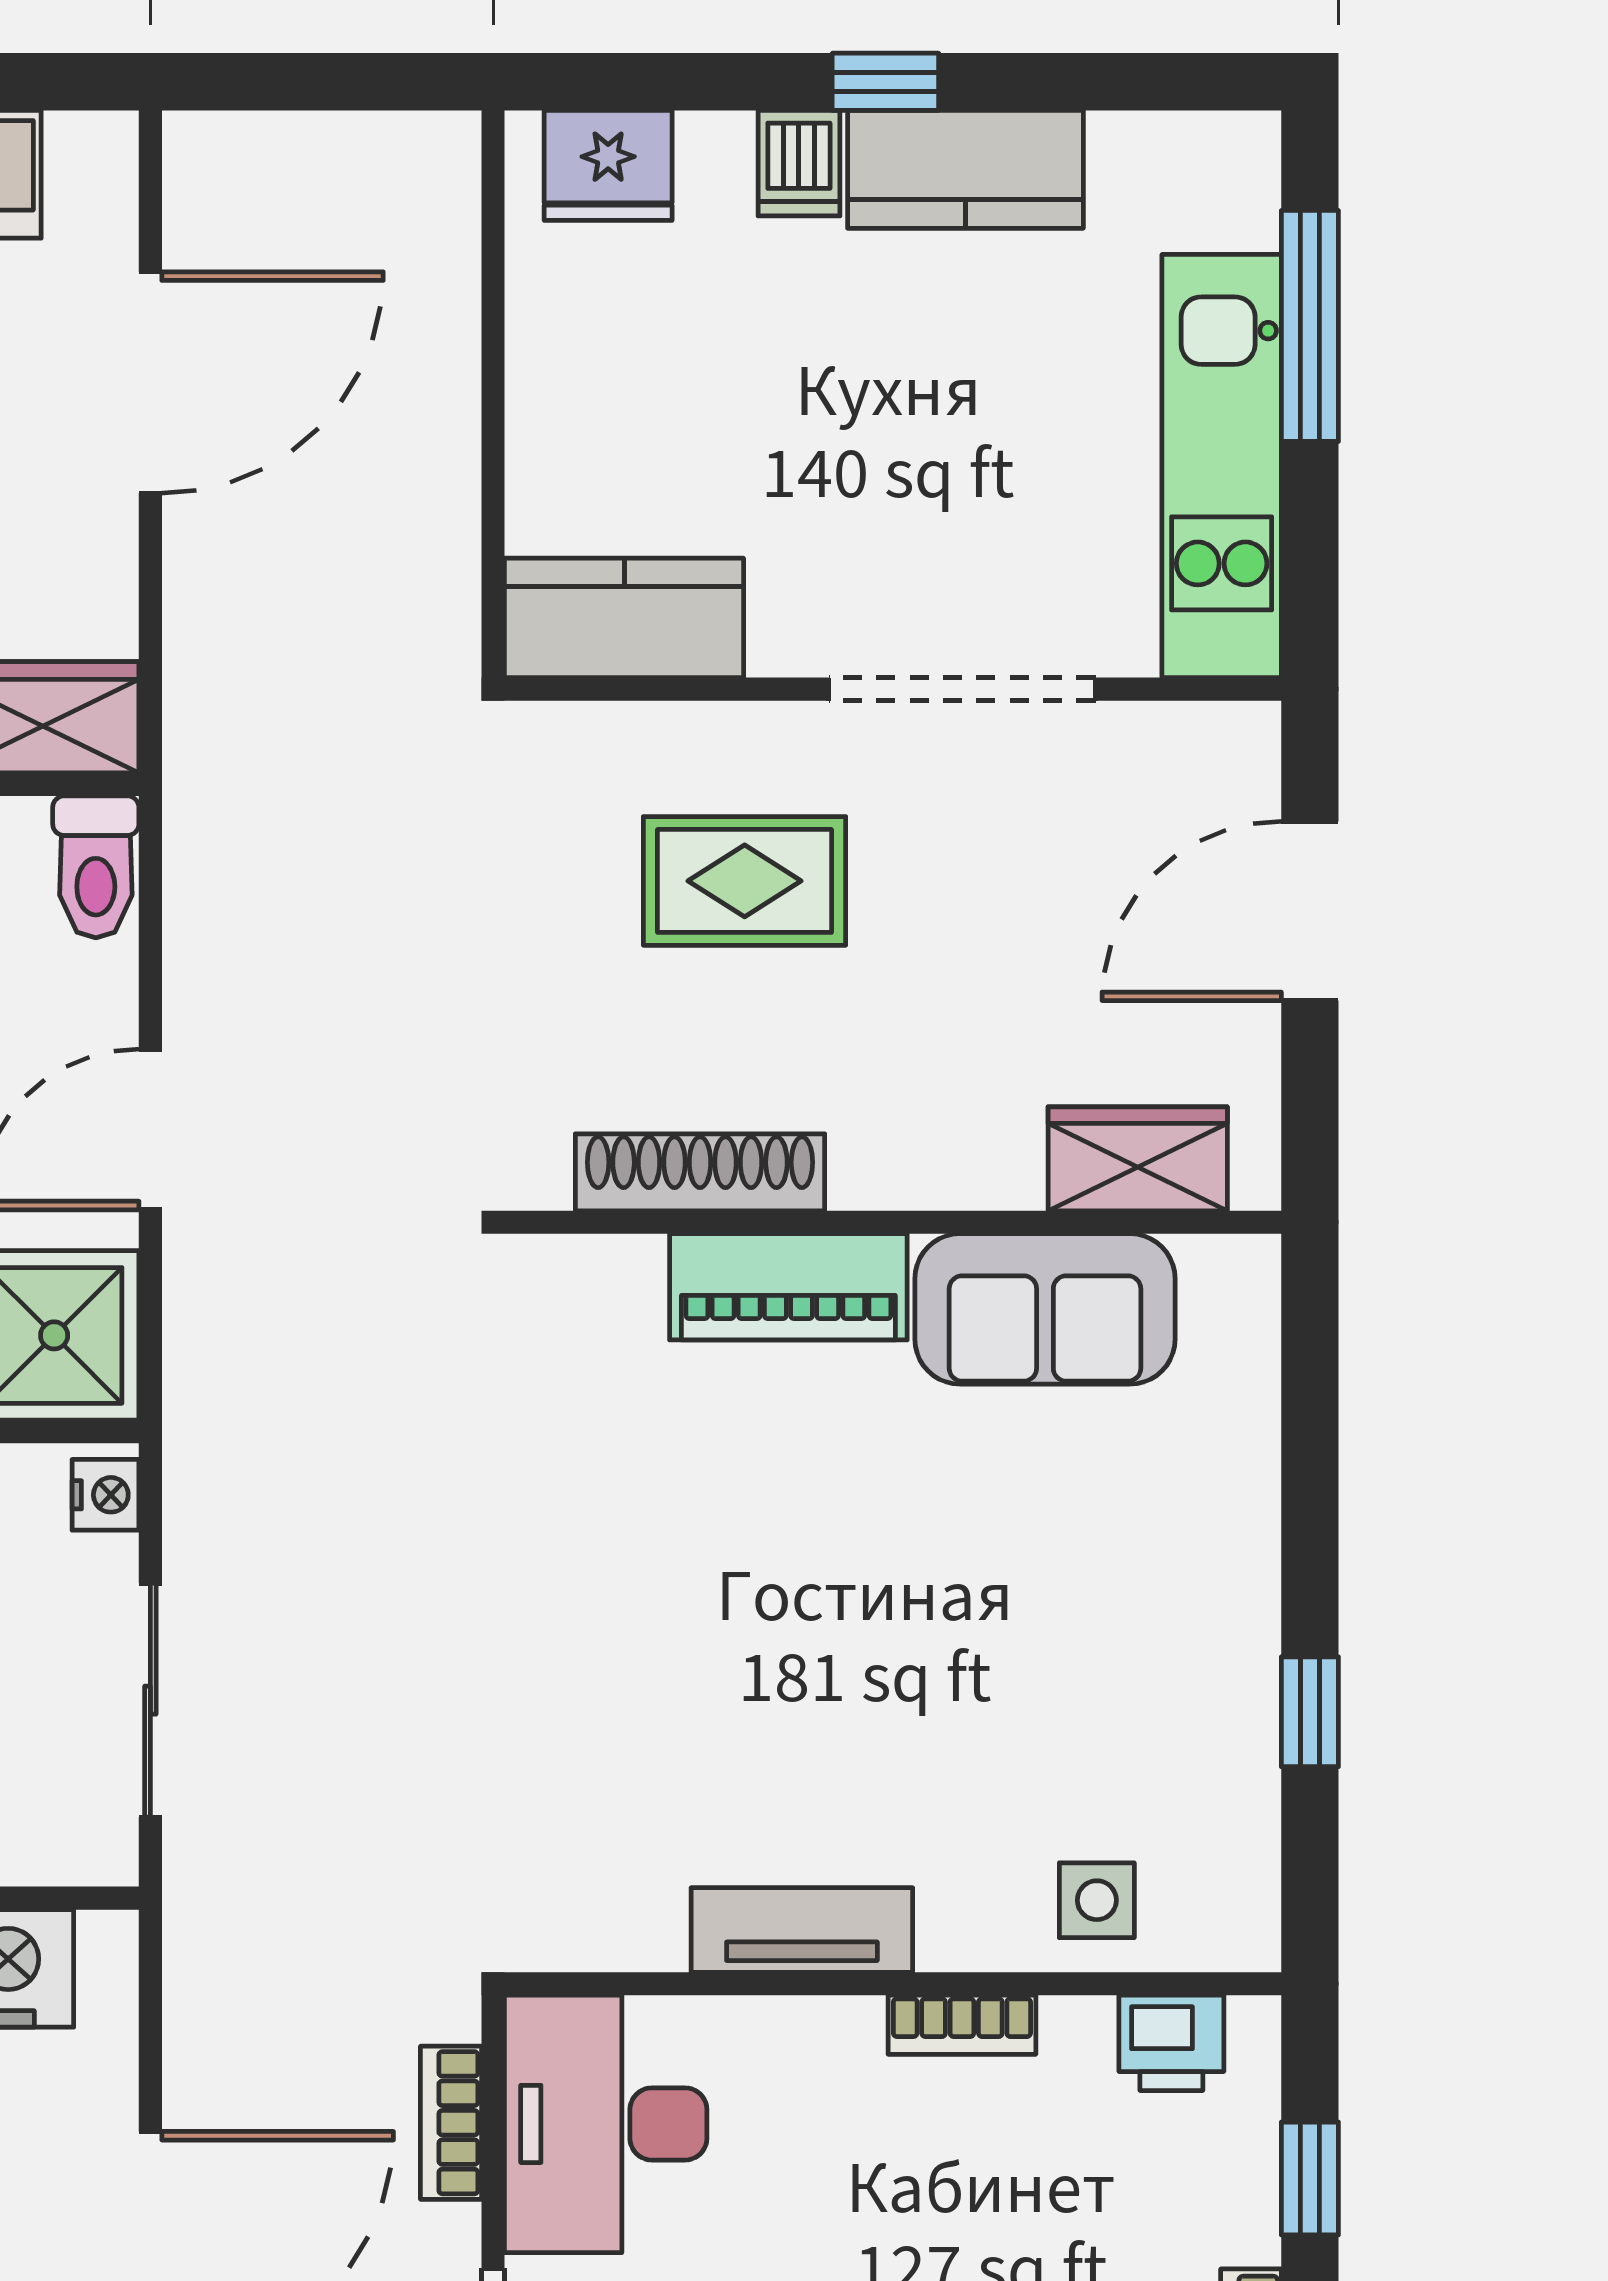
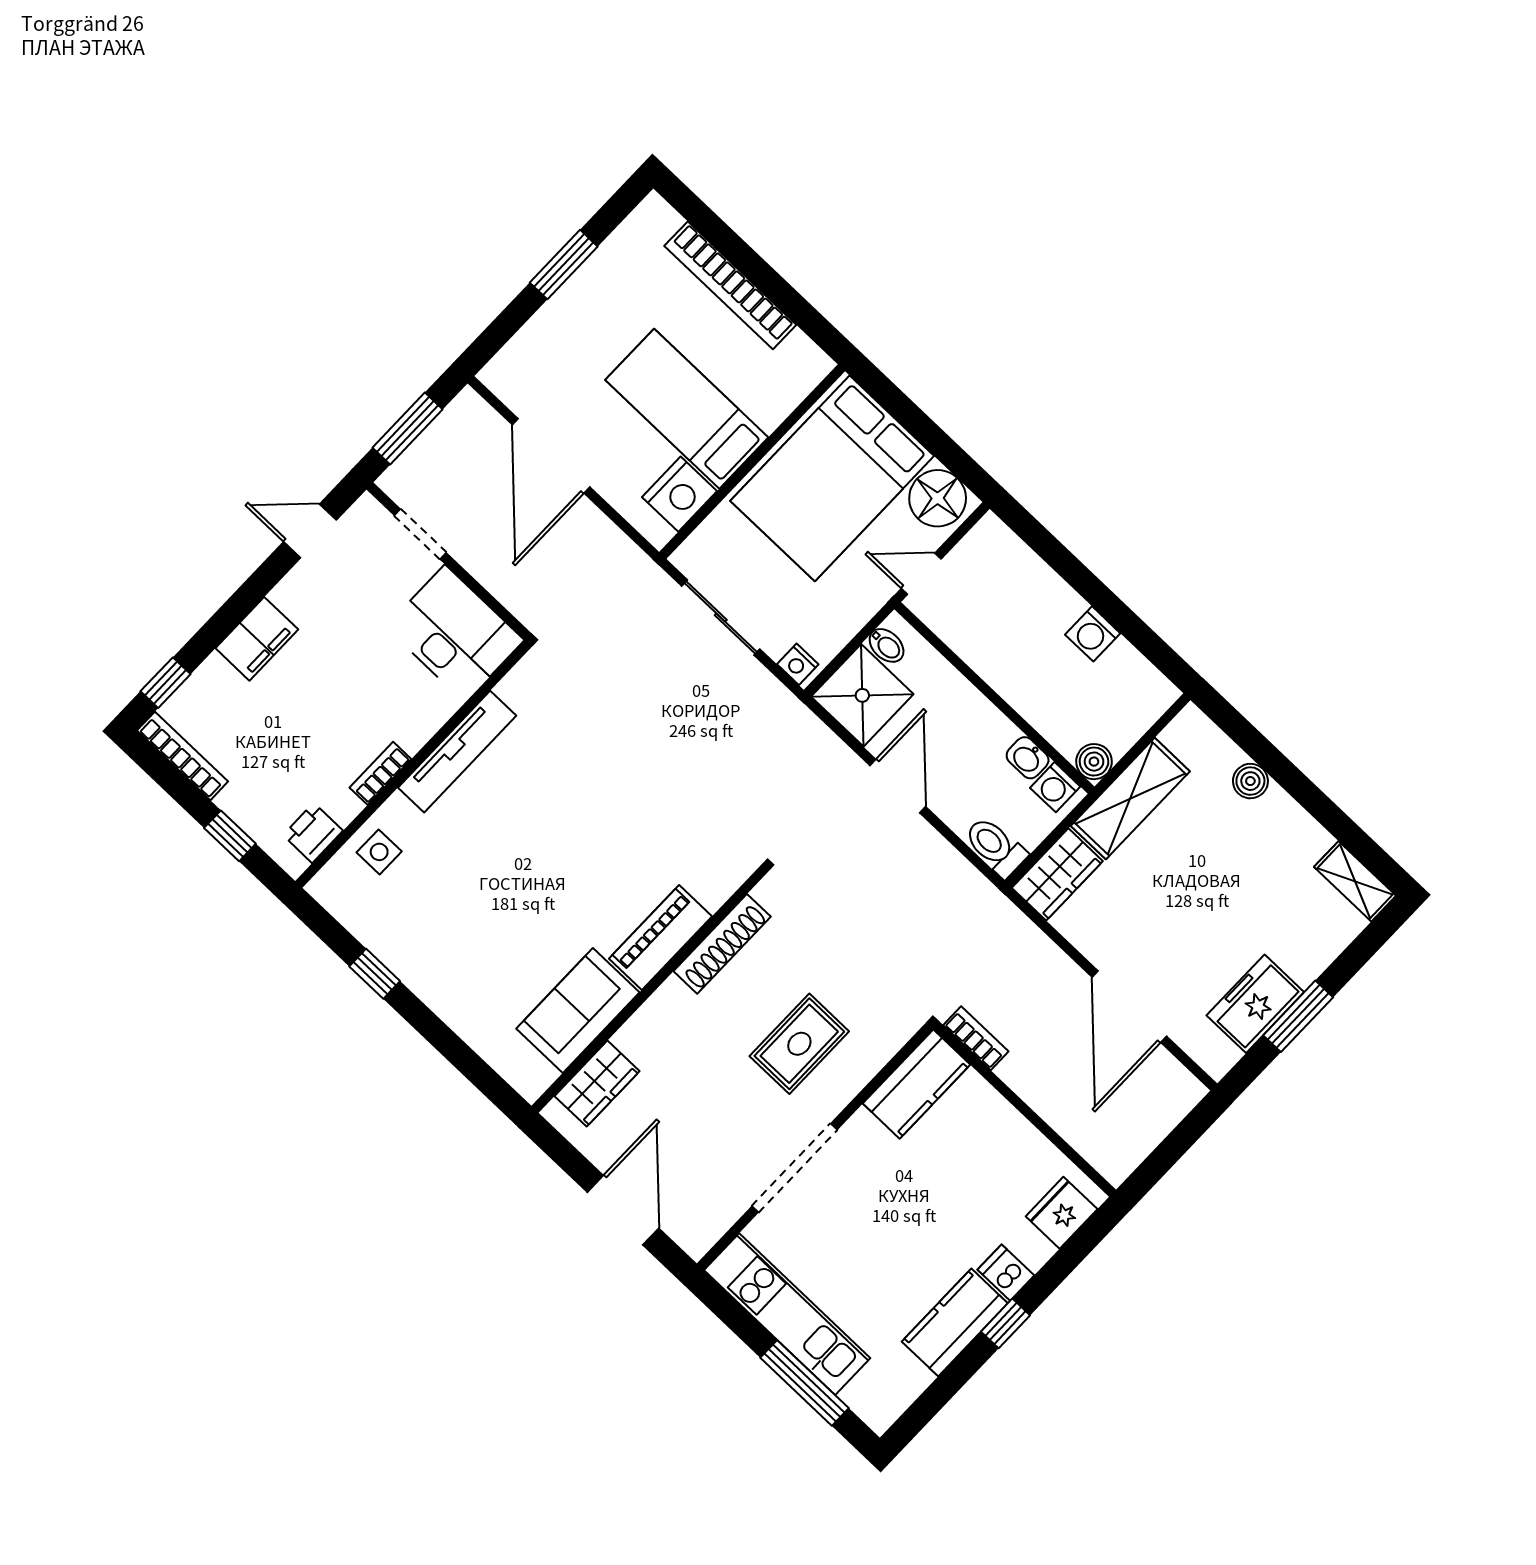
tv unit: (802, 1930) -> (457, 752), width x1.41
bookcase: (451, 2123) -> (976, 1038), moved

